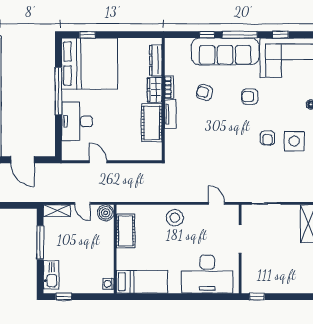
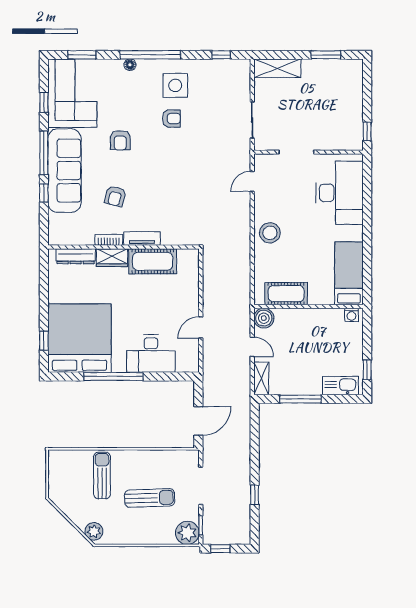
door: (82, 203) -> (252, 347), hinge flipped

